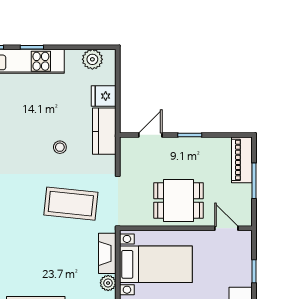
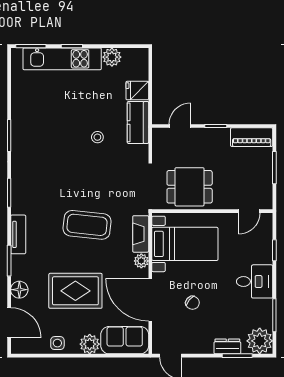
plant: (92, 59) -> (112, 57), moved
piano: (242, 160) -> (252, 137), moved, turned -90
dining table: (179, 200) -> (190, 187), moved
coffee table: (71, 204) -> (87, 225), moved
door: (226, 228) -> (249, 211), swing flipped

